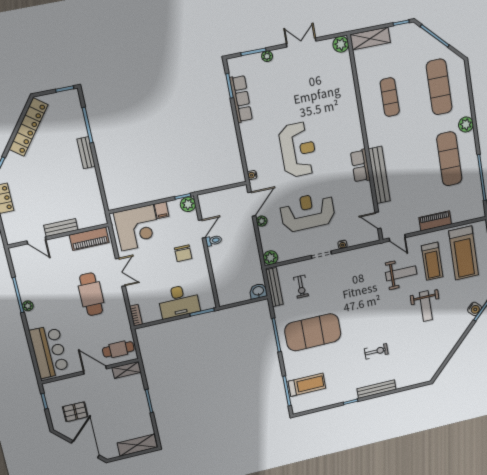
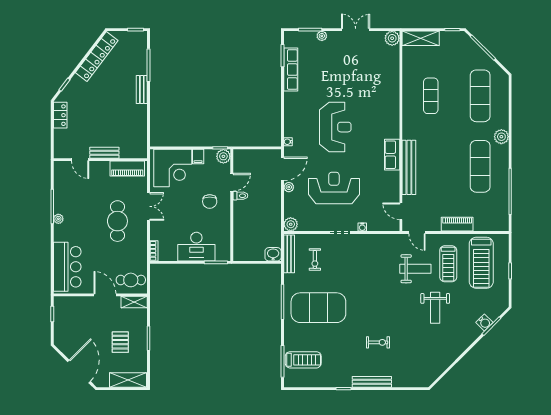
pallet: (75, 412) -> (120, 342), moved, turned 90

